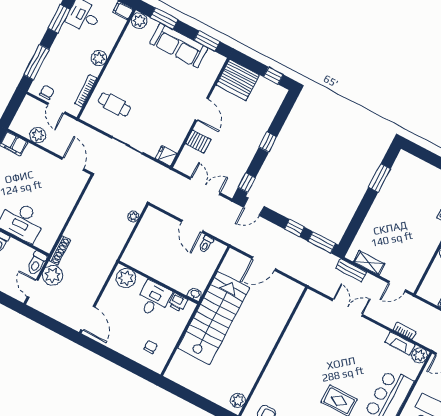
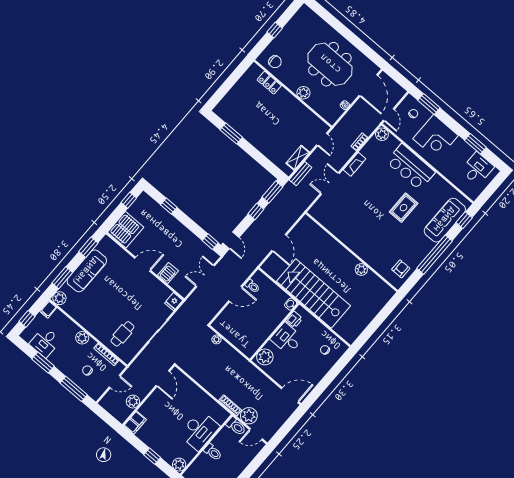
chair: (47, 92) -> (87, 370), moved
window: (268, 142) -> (169, 206), moved
door: (73, 164) -> (163, 379), swing flipped
fireplace: (400, 343) -> (355, 164), moved
plant: (238, 400) -> (361, 270), moved

